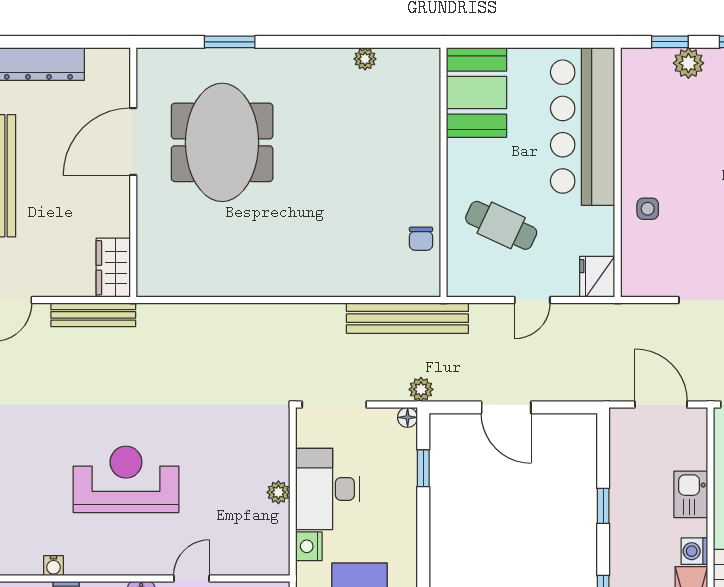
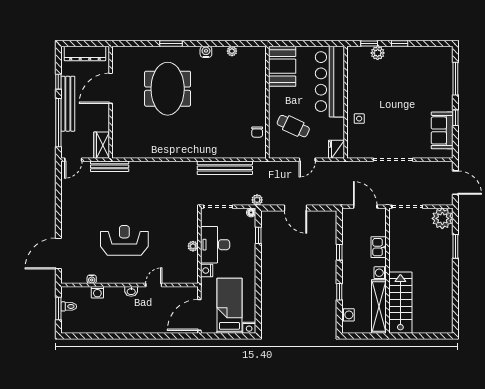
water cooler: (307, 60) -> (206, 52), added
door: (133, 141) -> (111, 88), moved
wall: (133, 172) -> (111, 102), moved
wardrobe: (113, 268) -> (102, 145), moved
bench: (407, 318) -> (225, 168), moved

